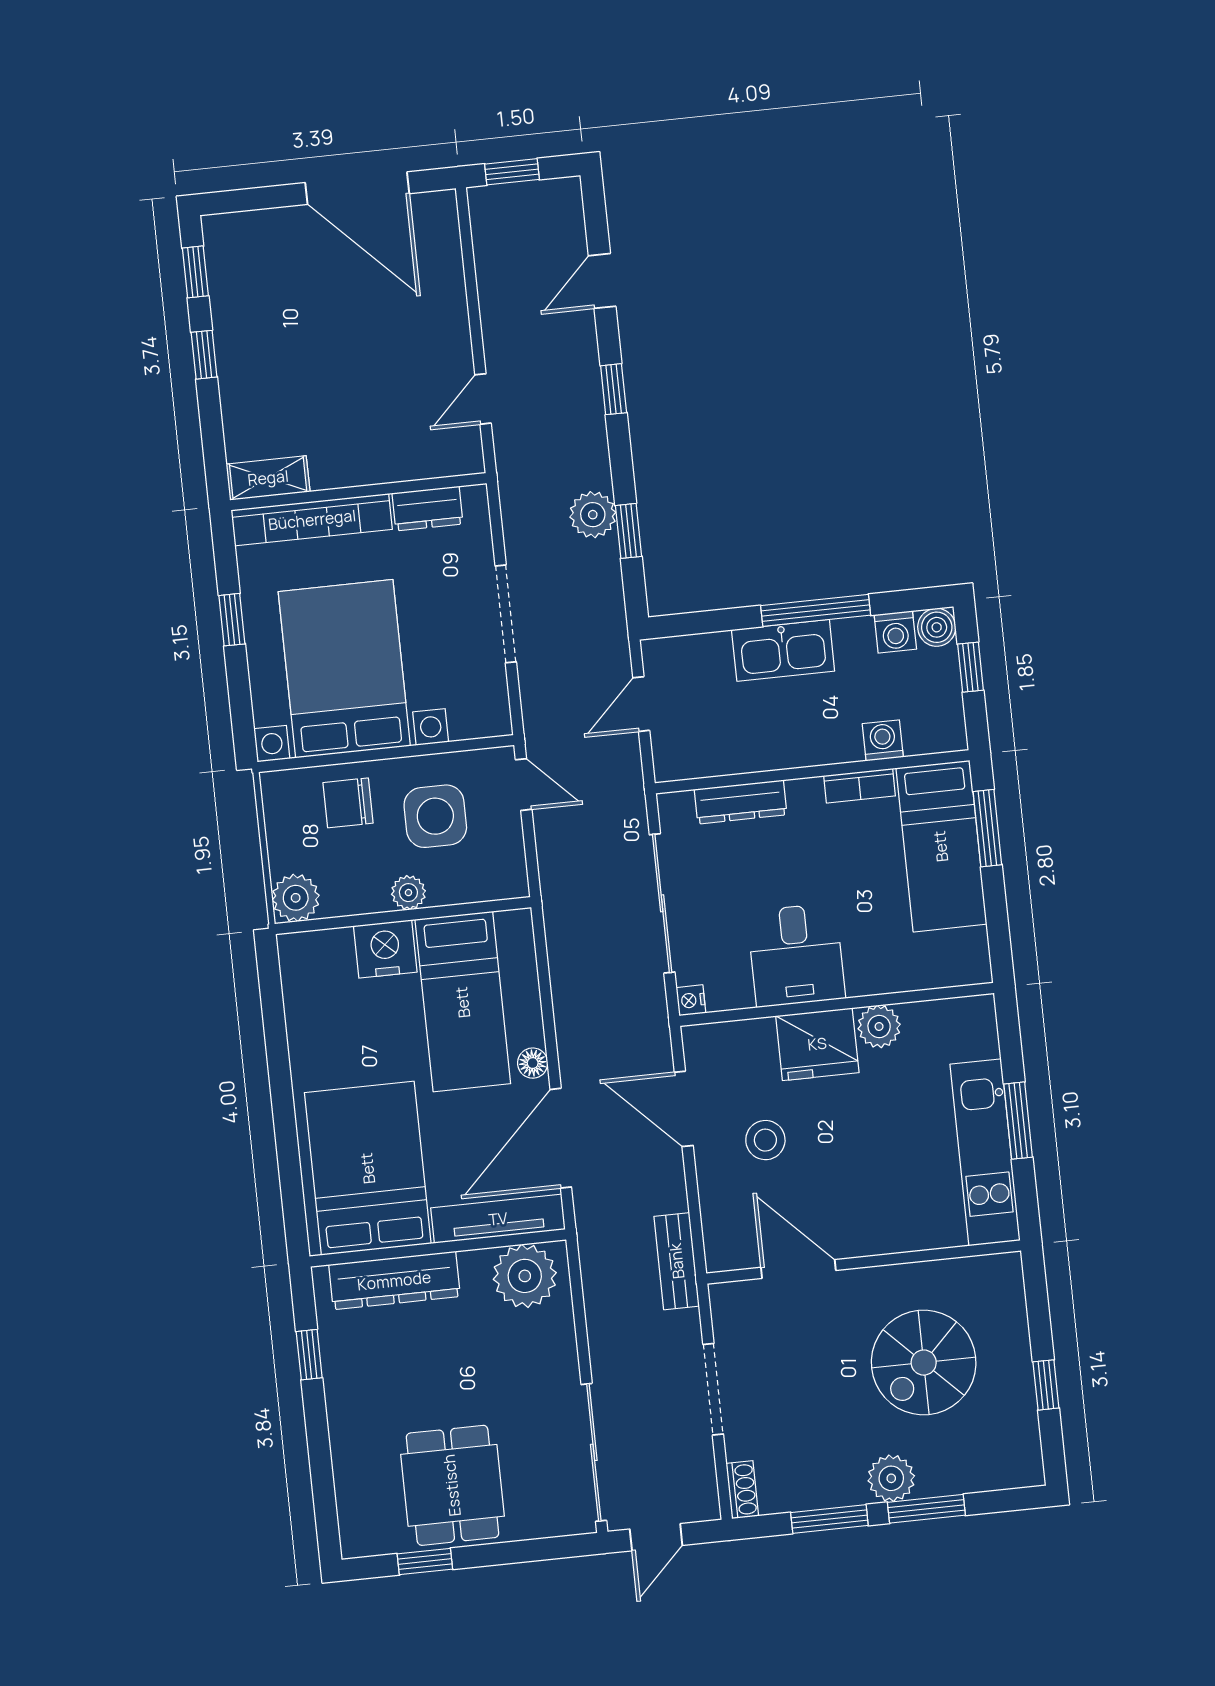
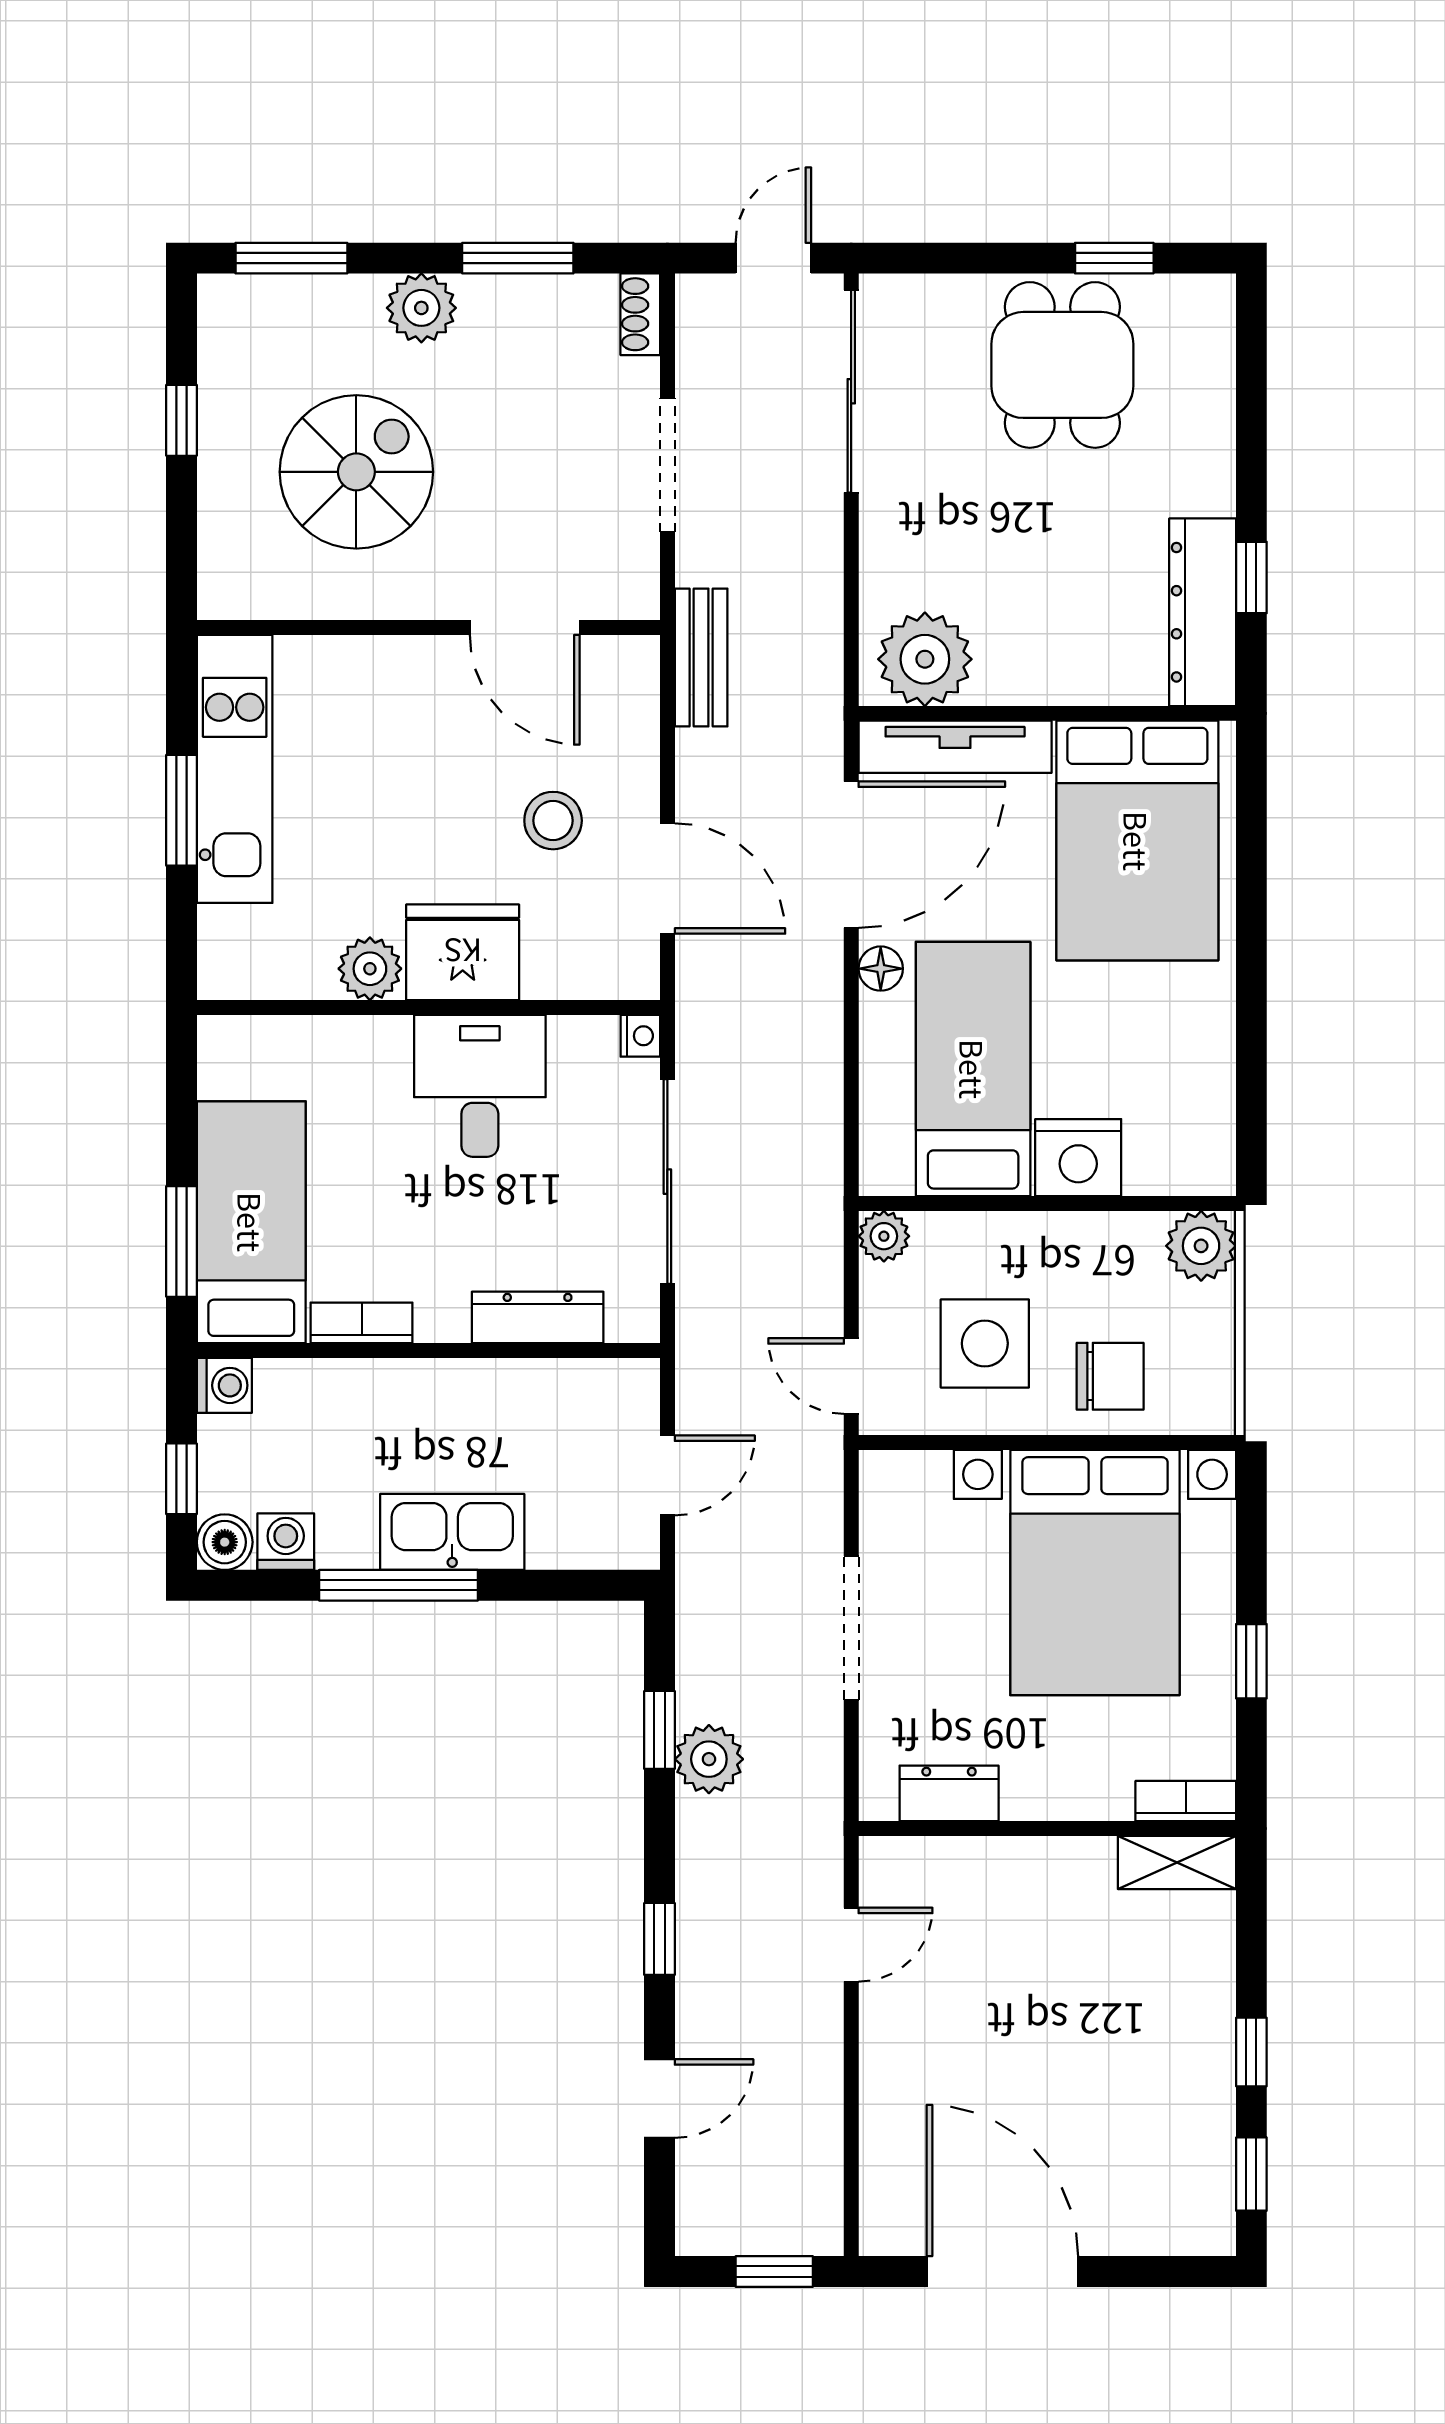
bookcase: (312, 520) -> (1186, 1801), width x0.43, depth x0.76
washing machine: (883, 740) -> (224, 1385), moved, turned -90
plant: (408, 893) -> (884, 1236), moved
dresser: (394, 1281) -> (1203, 612), moved, turned -90
window: (926, 1509) -> (291, 258), moved

